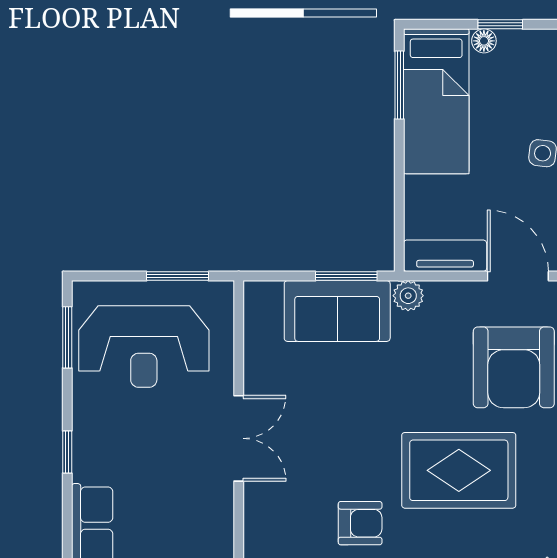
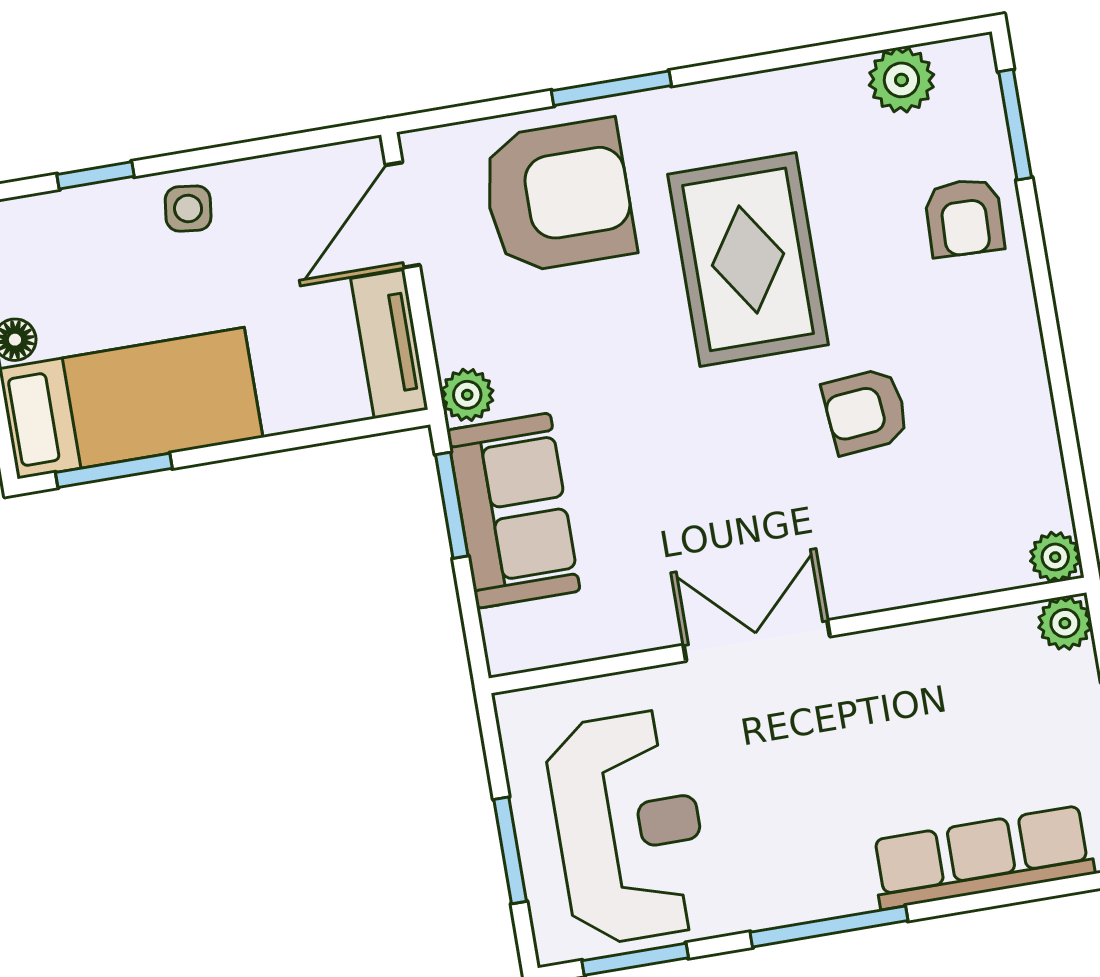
window: (178, 276) -> (510, 850), moved
window: (67, 452) -> (829, 926), width x2.17
armchair: (360, 523) -> (866, 411), turned -95

